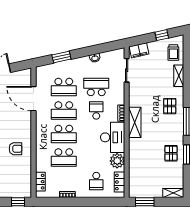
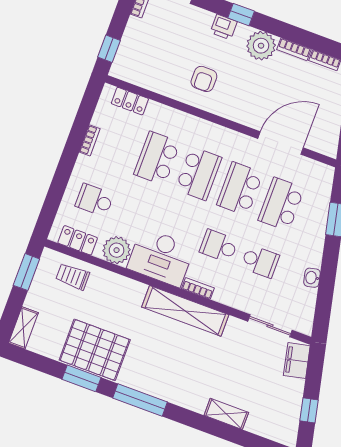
trolley: (173, 53) -> (73, 277), moved
school desk: (96, 87) -> (260, 261), width x0.54
pallet: (170, 106) -> (179, 378), removed
school desk: (96, 110) -> (219, 246), turned 180
shelving: (135, 122) -> (185, 311), width x1.47
school desk: (64, 134) -> (198, 174), turned 180
pallet: (171, 153) -> (95, 350), width x2.05, depth x2.00

